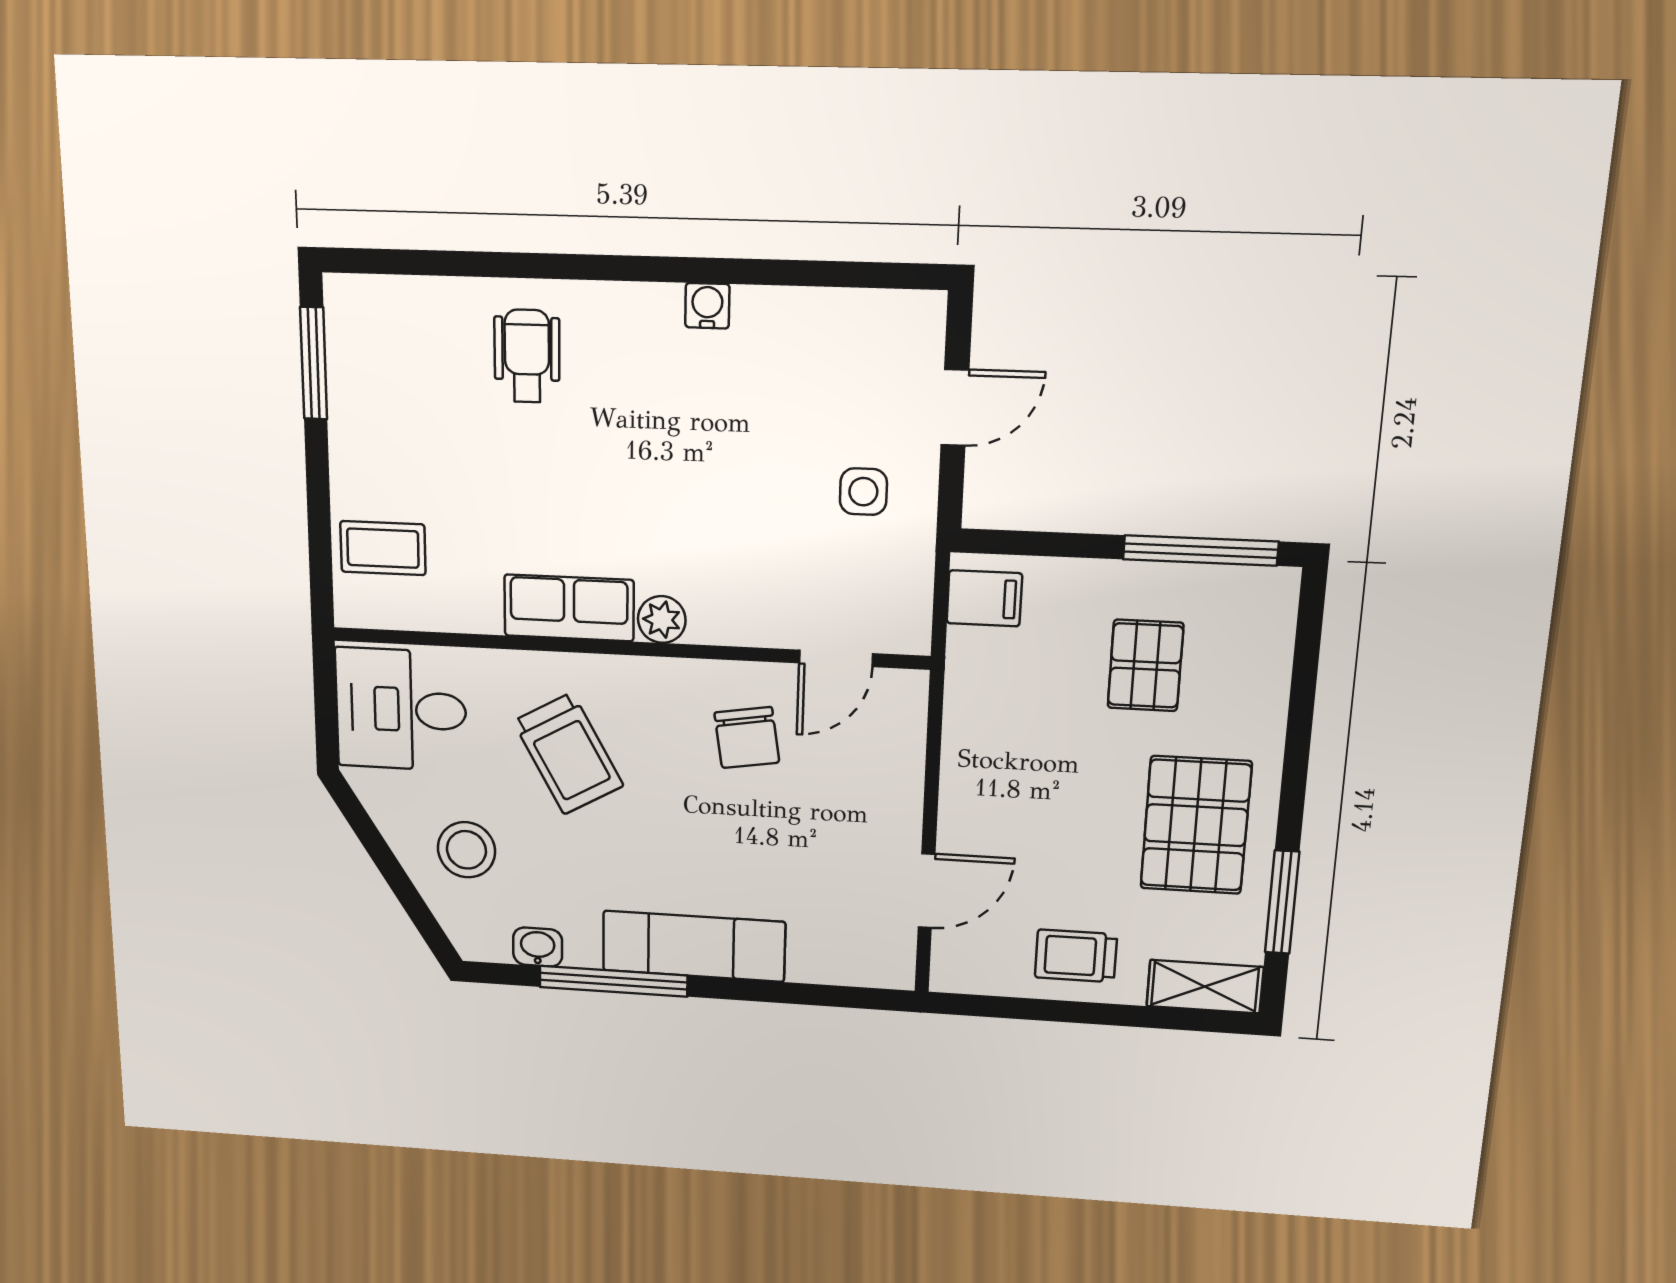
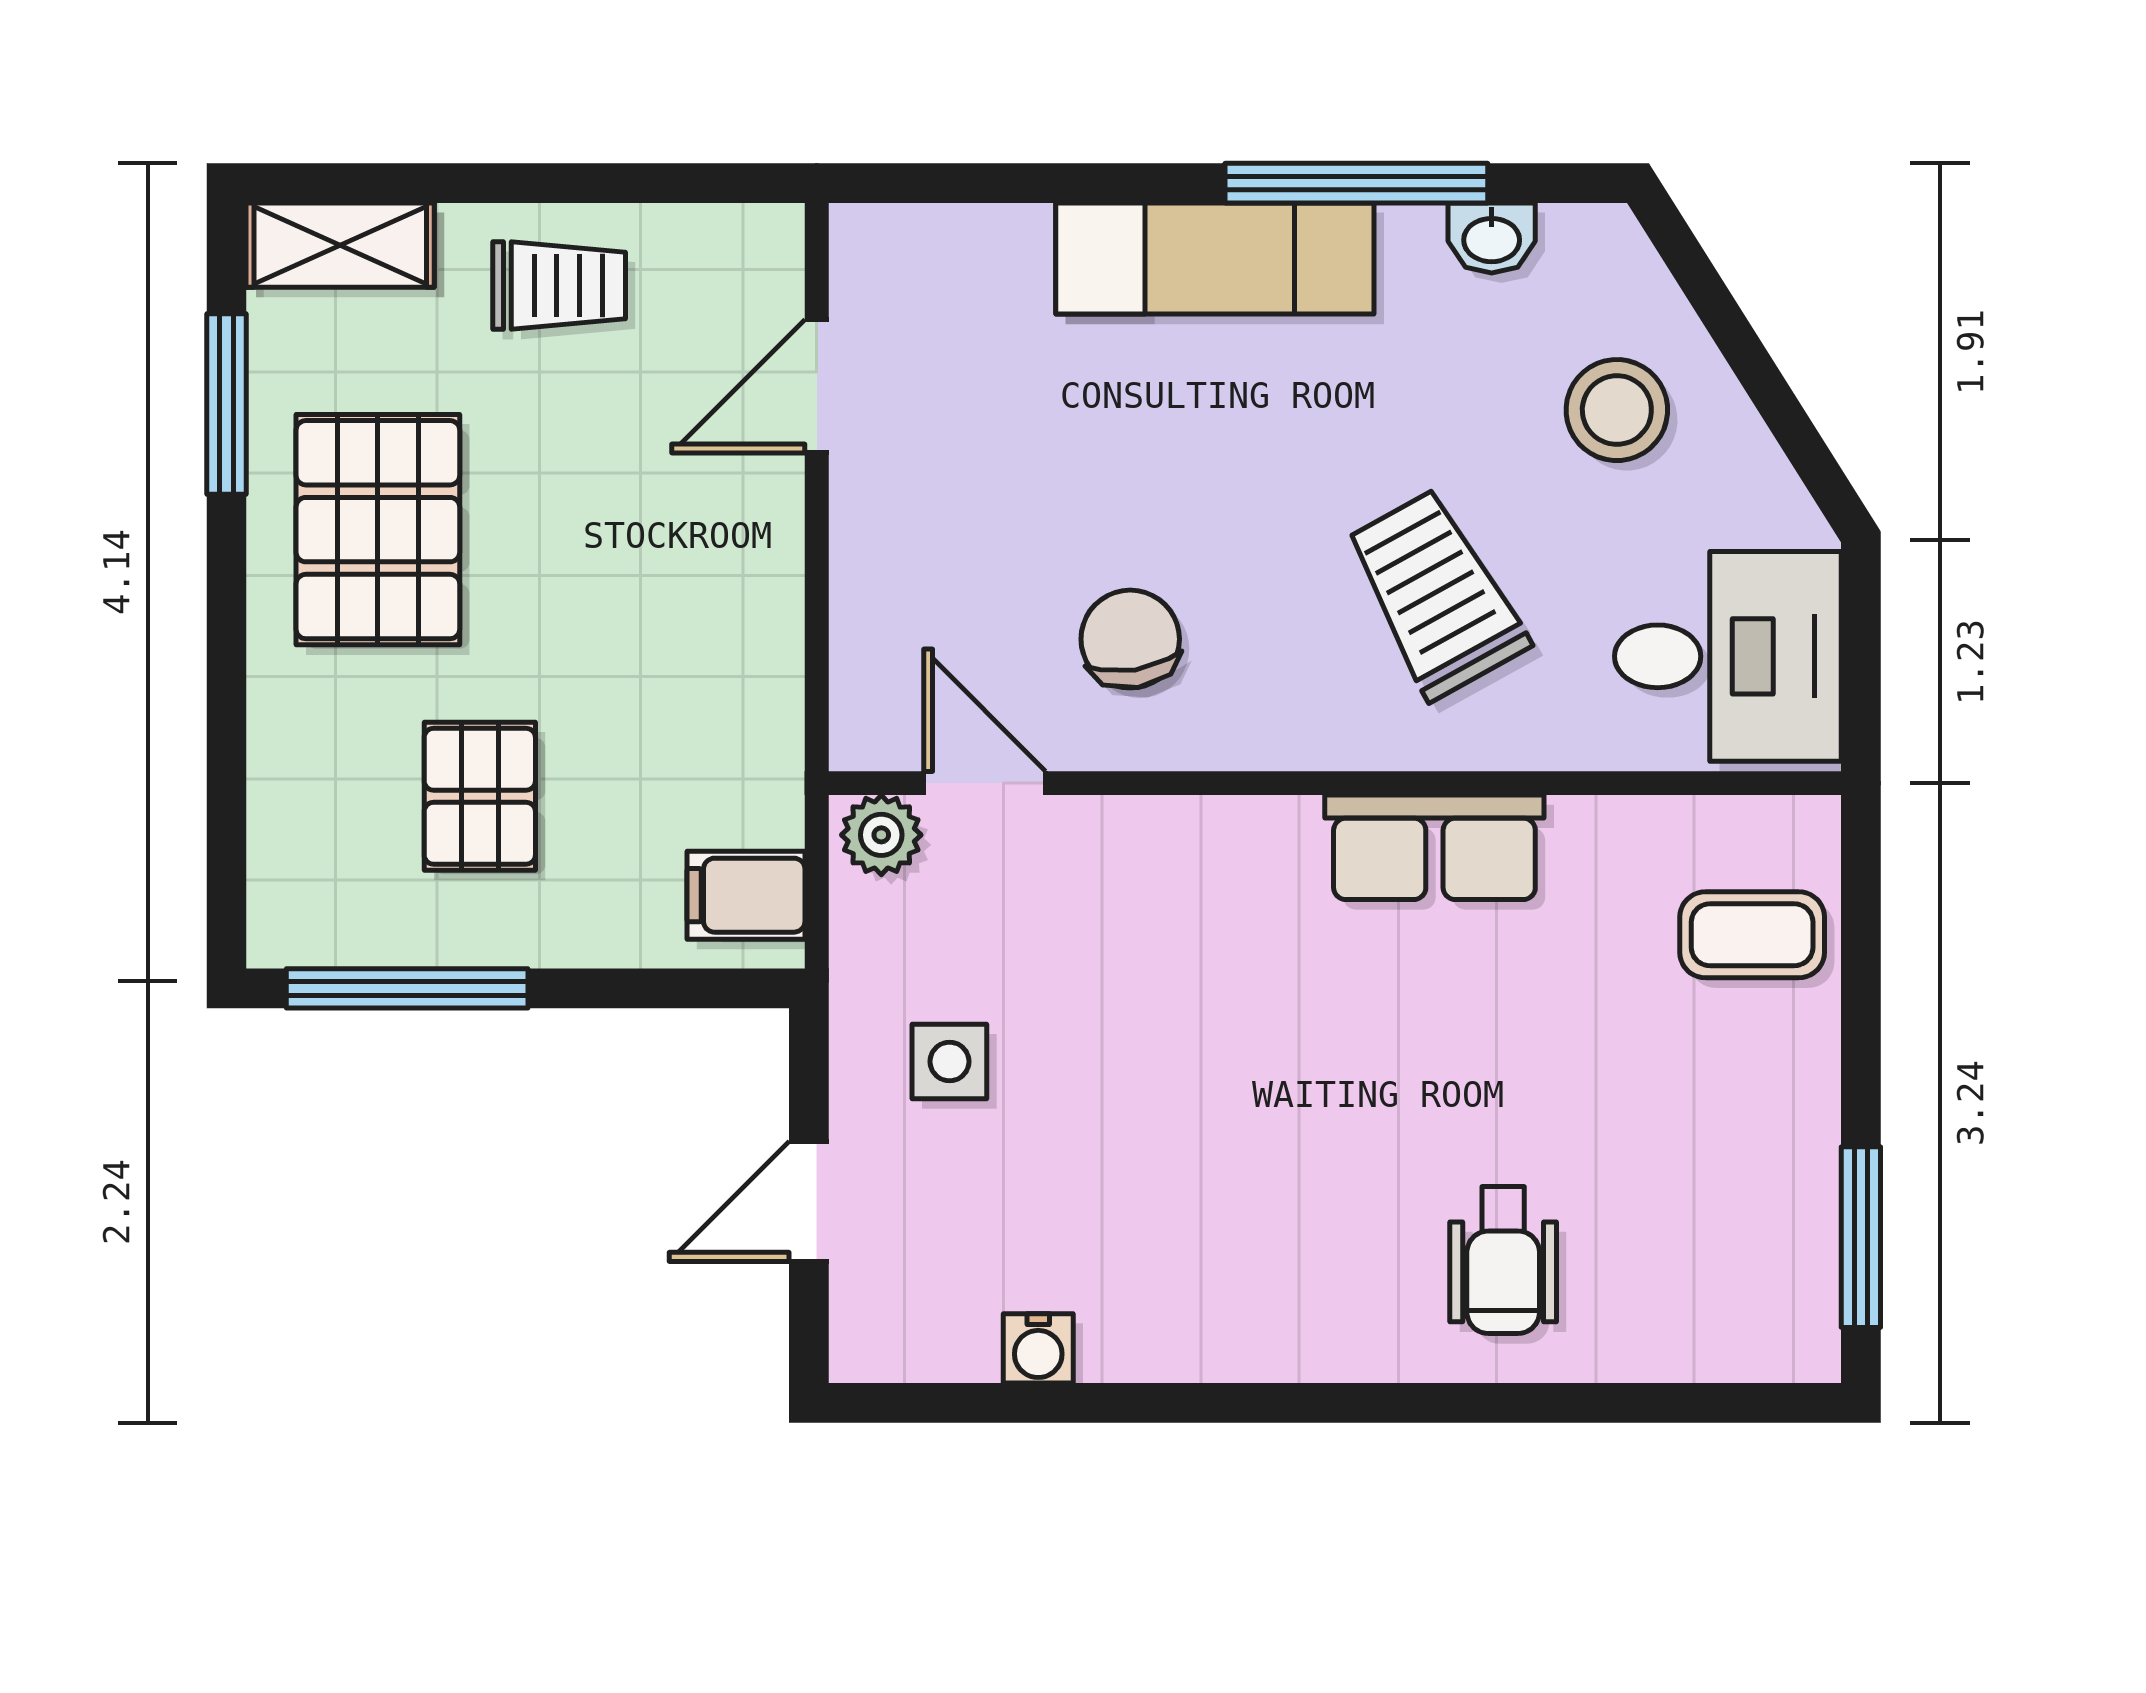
water cooler: (707, 306) -> (1038, 1348), moved
plant: (662, 620) -> (881, 835), moved
door: (836, 658) -> (985, 783), hinge flipped

